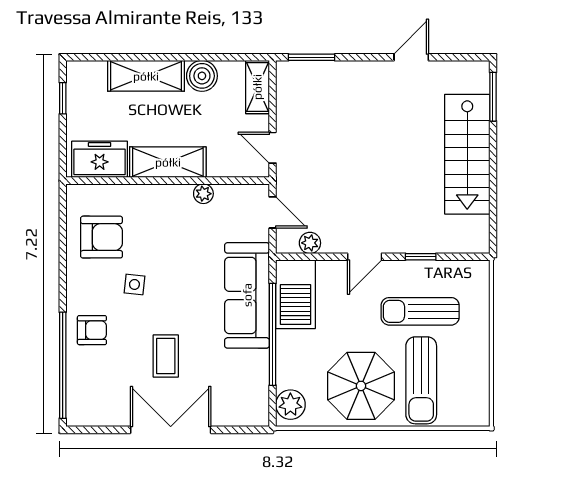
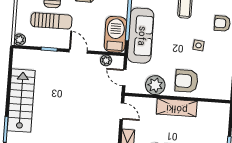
freezer: (100, 159) -> (212, 112), removed
plant: (203, 194) -> (155, 85), width x1.87, depth x1.87
armchair: (102, 237) -> (186, 81), moved
door: (365, 257) -> (78, 51), hinge flipped
plant: (479, 271) -> (20, 40), added

